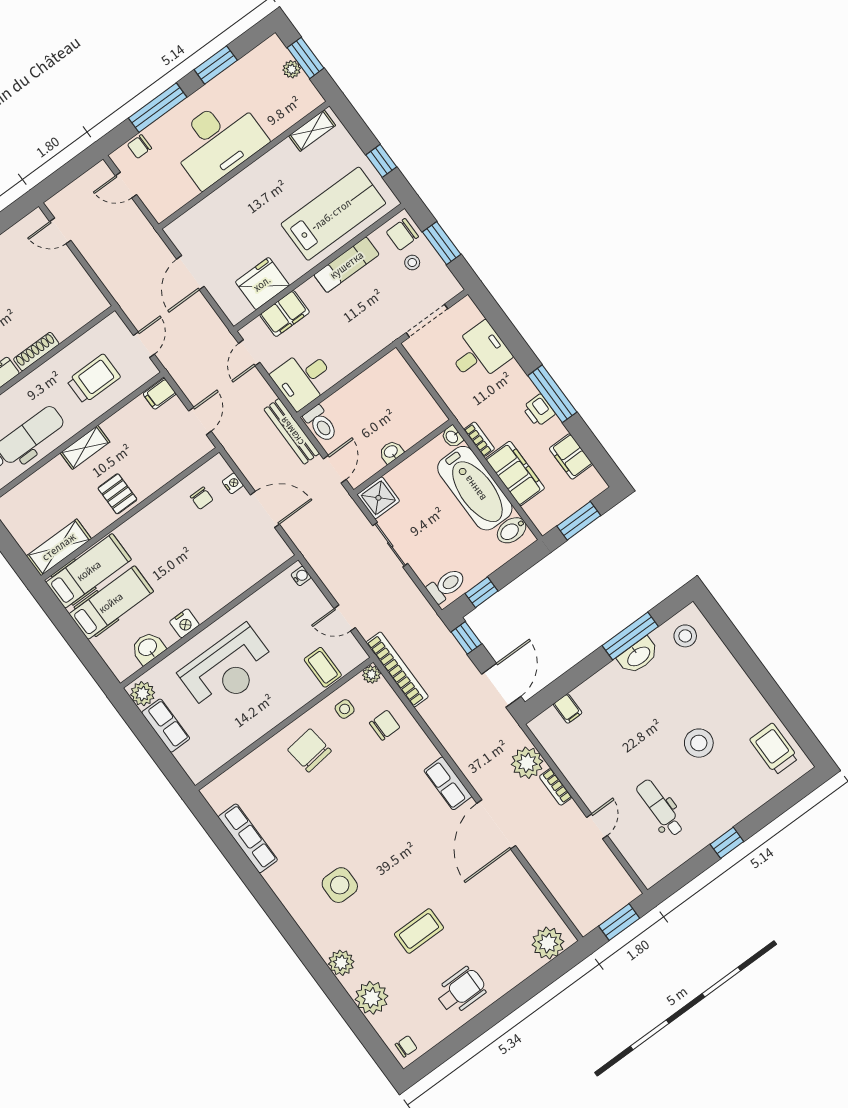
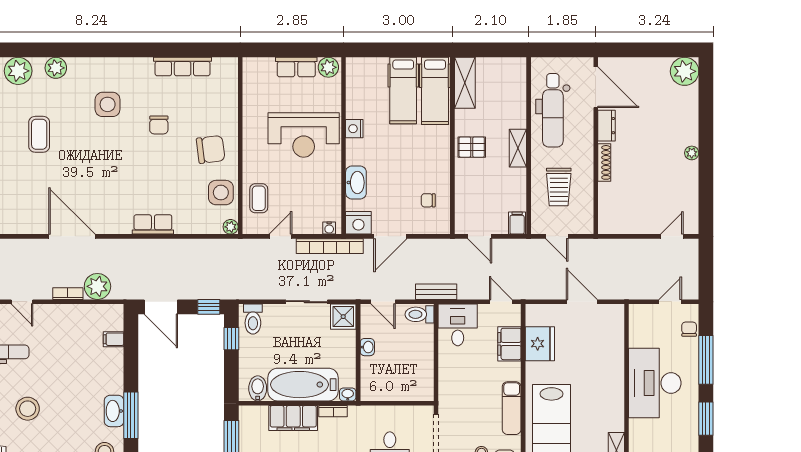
bench: (292, 431) -> (436, 292), width x0.73
nightstand: (233, 483) -> (358, 223), moved, width x1.89, depth x1.79
washbasin: (148, 648) -> (356, 183), moved, width x1.38
coffee table: (323, 667) -> (259, 198), turned 90
reception desk: (228, 669) -> (304, 135), turned -90
bookcase: (397, 669) -> (330, 246), moved
side table: (345, 709) -> (221, 193), width x1.87, depth x1.87
chair: (385, 725) -> (159, 125), moved
row of seats: (448, 783) -> (153, 224), moved

